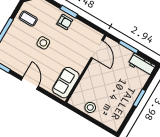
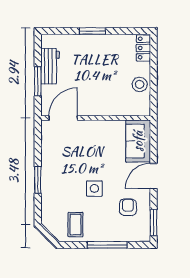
armchair: (65, 22) -> (128, 207), moved
workbench: (142, 65) -> (50, 66), moved
sofa: (66, 83) -> (138, 141), moved, turned 90
locker: (111, 123) -> (143, 48), added

